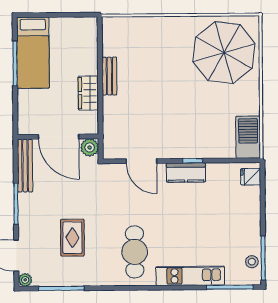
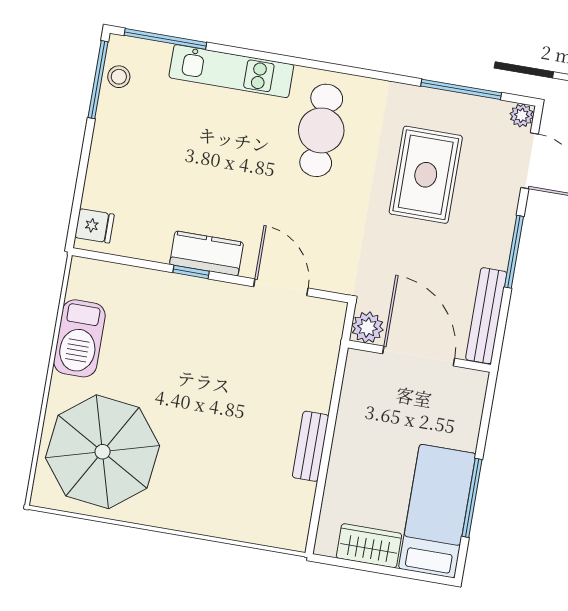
wardrobe: (88, 93) -> (369, 546), moved, turned -90
barbecue: (248, 137) -> (79, 338), moved
rug: (72, 238) -> (426, 175), width x1.36, depth x1.43

